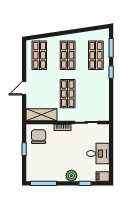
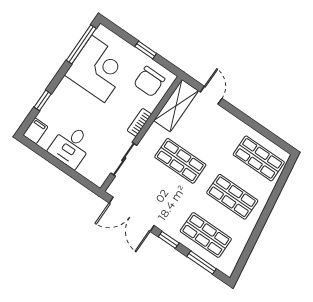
door: (24, 88) -> (211, 95), moved
double door: (111, 100) -> (132, 214), added
chair: (39, 137) -> (149, 82), turned 90
corner desk: (50, 167) -> (98, 69), added
plant: (71, 176) -> (66, 89), removed

